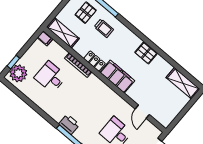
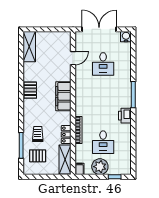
locker: (94, 61) -> (66, 135), moved
plant: (18, 73) -> (100, 167), moved
printer: (69, 124) -> (125, 116), moved

